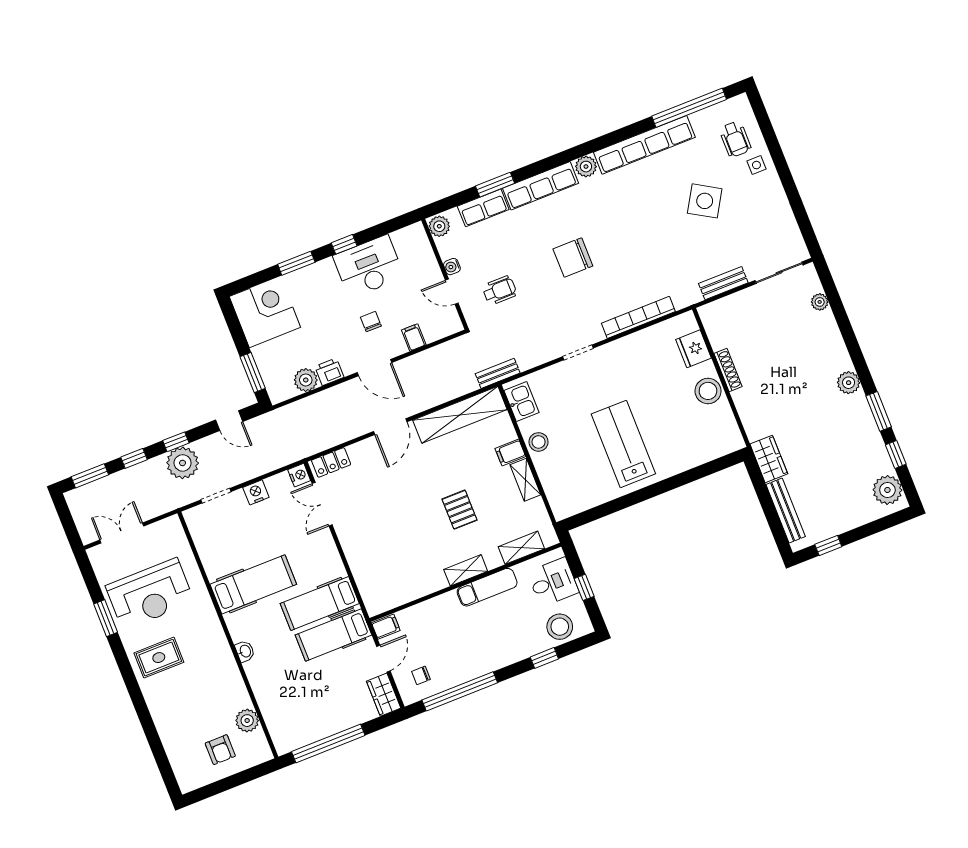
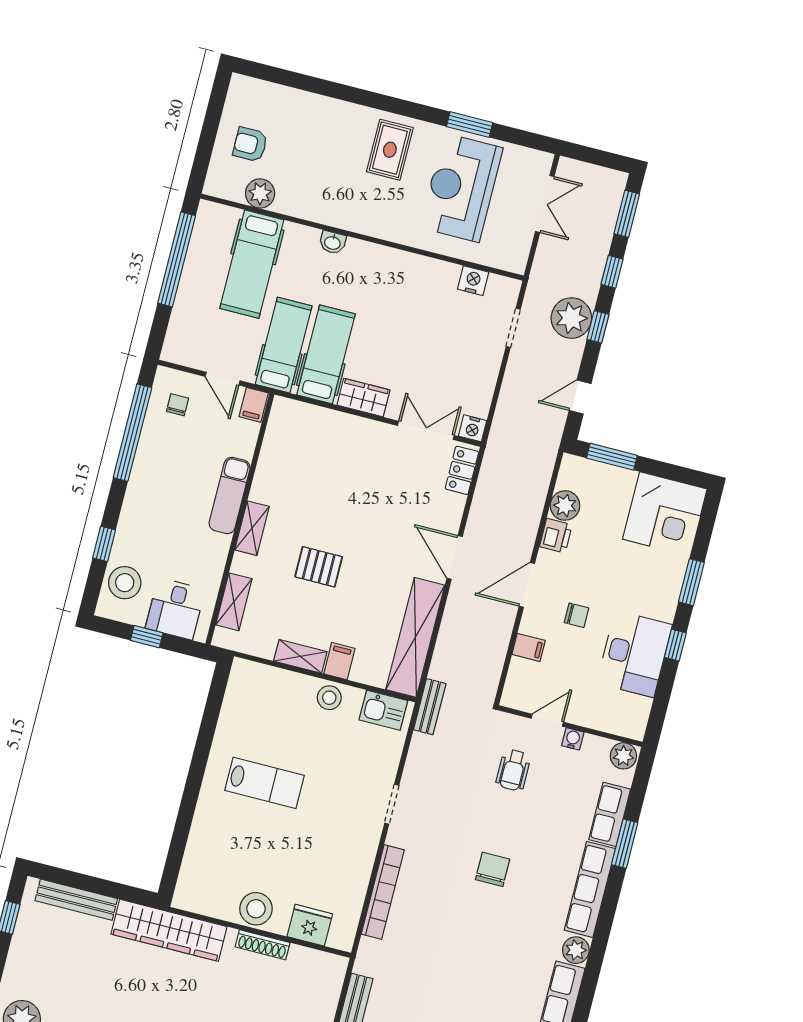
chair: (573, 257) -> (493, 869), width x0.73, depth x0.73
lab bench: (623, 444) -> (265, 783), width x0.73, depth x0.72
wardrobe: (769, 459) -> (169, 930), width x2.10, depth x1.17
nightstand: (256, 492) -> (473, 281), moved, turned -90
hospital bed: (253, 584) -> (252, 264), moved
exam couch: (487, 587) -> (230, 496), moved
wardrobe: (384, 695) -> (363, 398), moved

